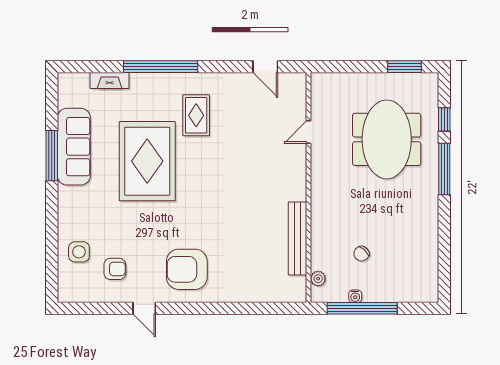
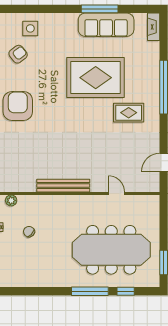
fireplace: (110, 81) -> (154, 27), moved
meeting table: (387, 139) -> (111, 250), width x1.36
bench: (297, 238) -> (63, 186), moved
armchair: (115, 269) -> (18, 54), turned -128

